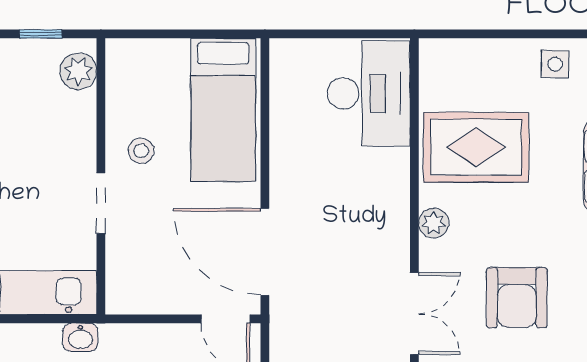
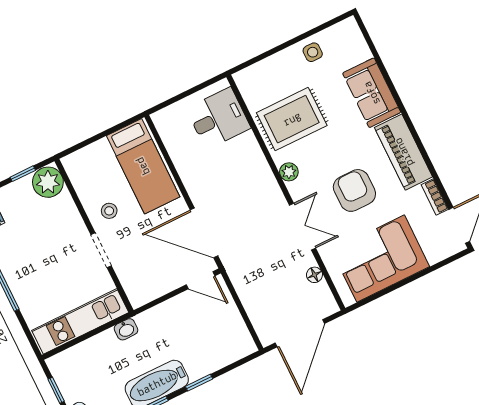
plant: (78, 71) -> (48, 182), width x1.36, depth x1.36
desk: (369, 93) -> (218, 118), width x0.73
armchair: (517, 298) -> (354, 190), turned 180

